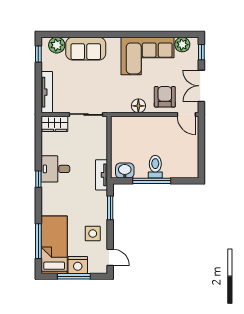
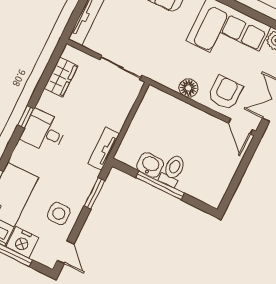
wardrobe: (54, 124) -> (61, 77), moved, turned -90
desk: (55, 169) -> (44, 131), moved
washbasin: (125, 171) -> (150, 165), moved

